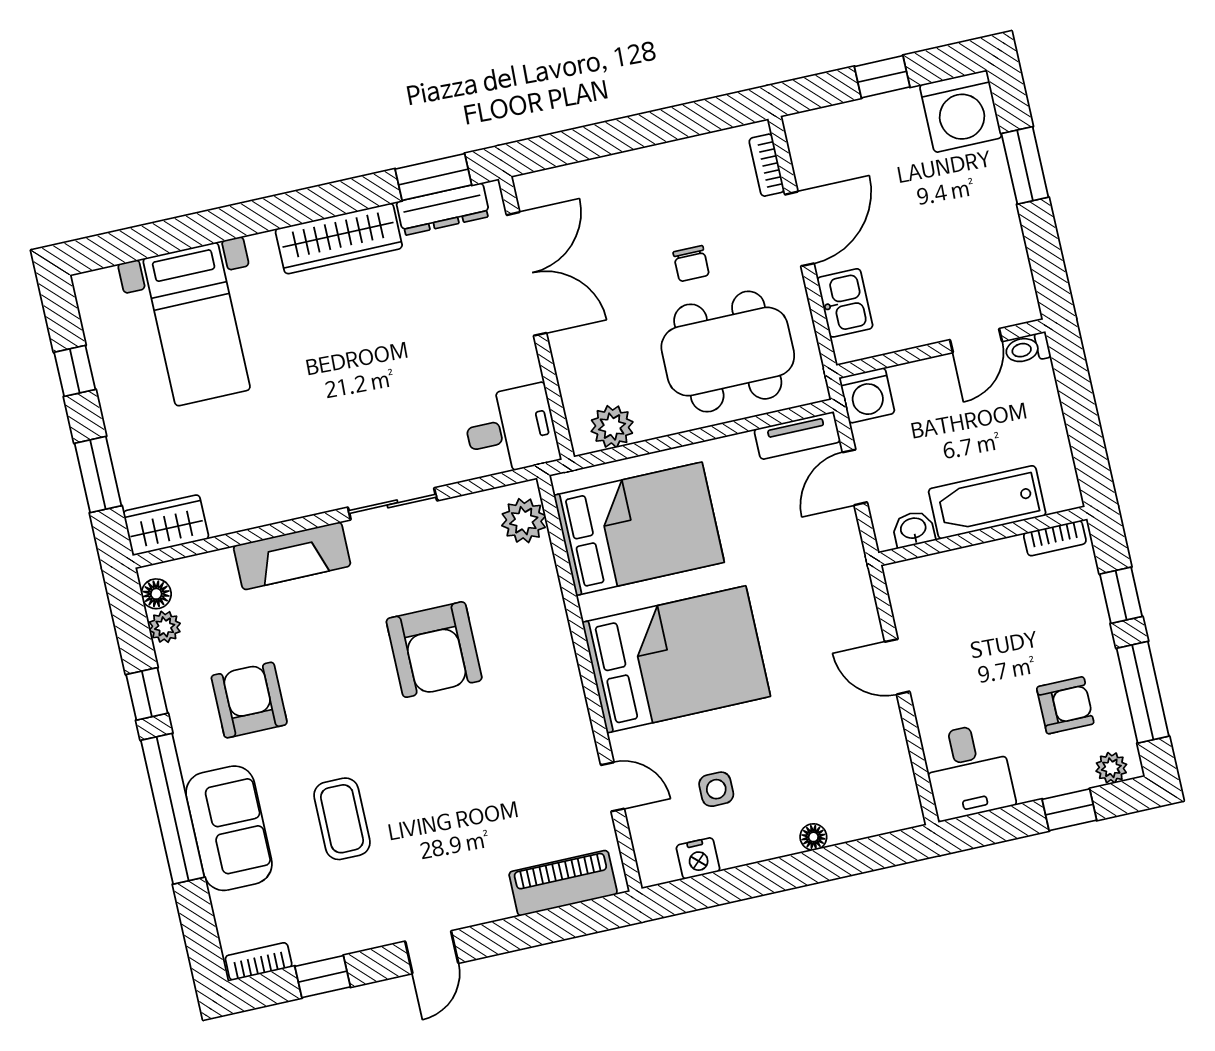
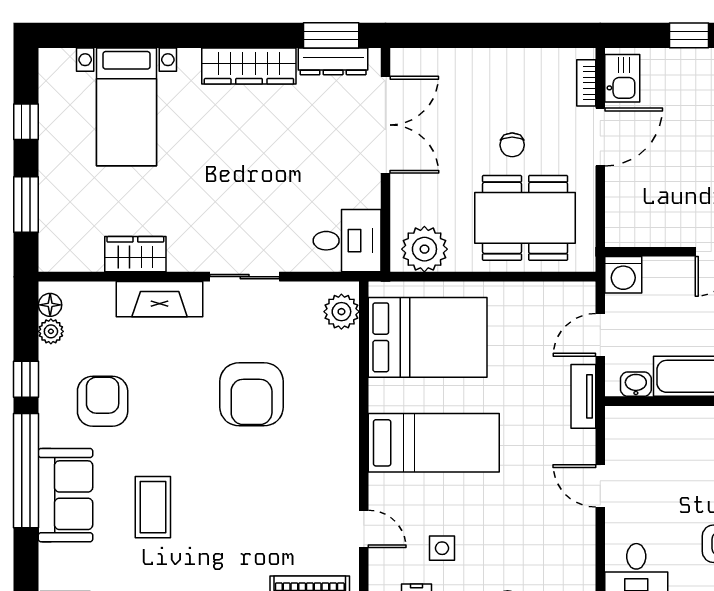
kitchen sink: (845, 303) -> (622, 78), moved
plant: (612, 427) -> (424, 249), width x1.36, depth x1.36
tv unit: (797, 436) -> (583, 396), moved, turned 90
wardrobe: (166, 525) -> (135, 254), moved
bed: (676, 659) -> (434, 443), width x0.67

